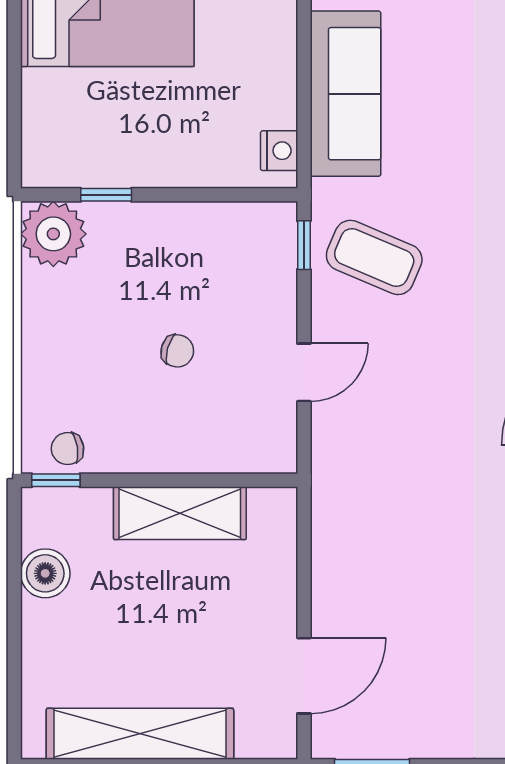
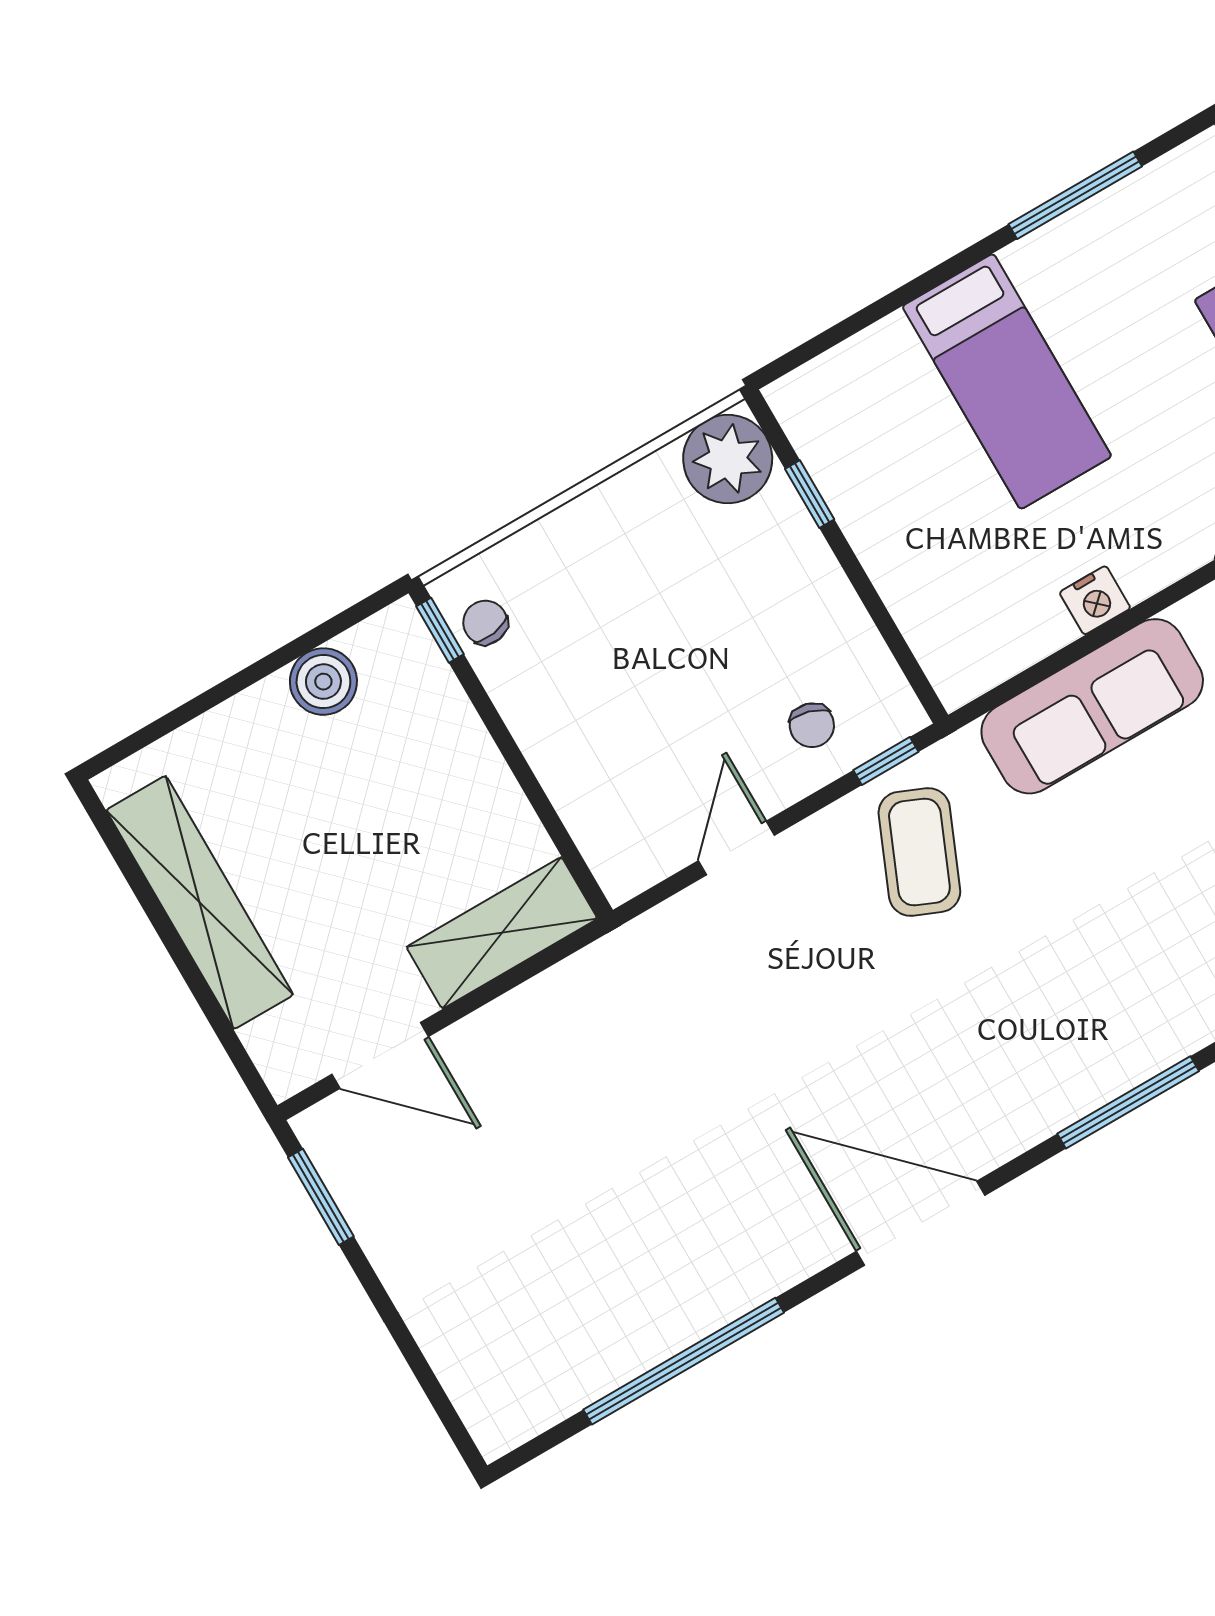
nightstand: (279, 151) -> (1095, 600), moved
chair: (177, 351) -> (812, 725), moved
door: (304, 372) -> (736, 848), swing flipped
shelving: (180, 513) -> (502, 933), moved, turned 90

